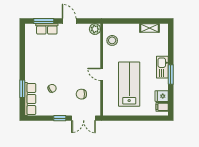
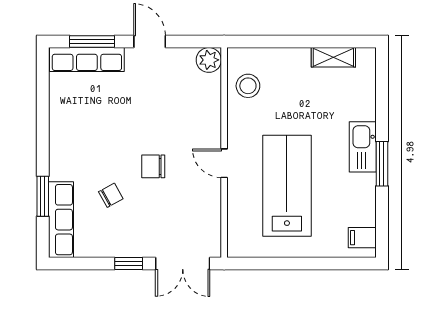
row of seats: (47, 29) -> (87, 59), width x1.48
chair: (81, 94) -> (153, 166), moved
fridge: (162, 96) -> (361, 213), removed

